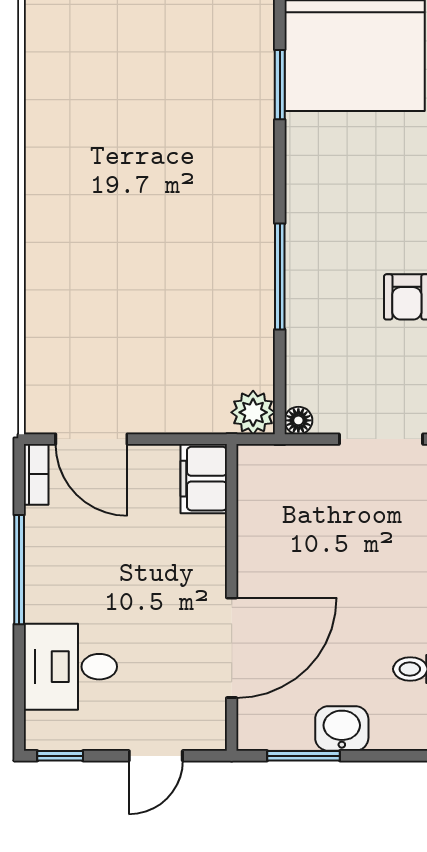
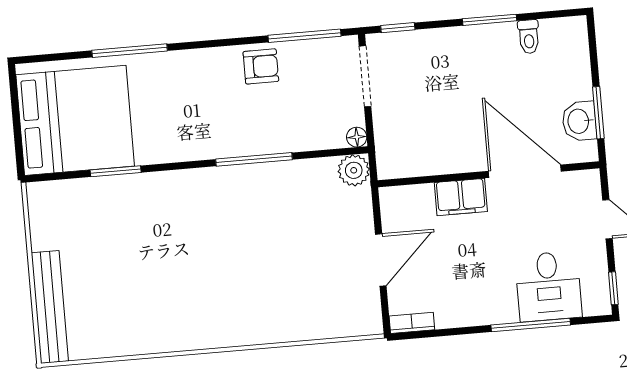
door: (91, 439) -> (381, 260), moved
filing cabinet: (204, 479) -> (461, 197), moved
window: (19, 570) -> (531, 325), moved
washbasin: (342, 728) -> (579, 121), moved

